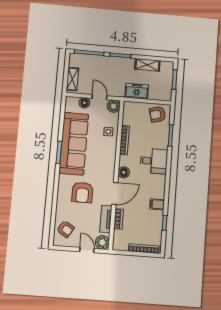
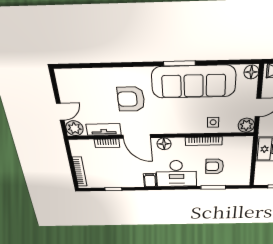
floor lamp: (84, 103) -> (251, 72), moved
armchair: (158, 114) -> (215, 166), moved, turned -75
desk: (154, 161) -> (176, 174), width x1.37
filing cabinet: (157, 204) -> (150, 180), moved
armchair: (65, 229) -> (79, 83), removed

